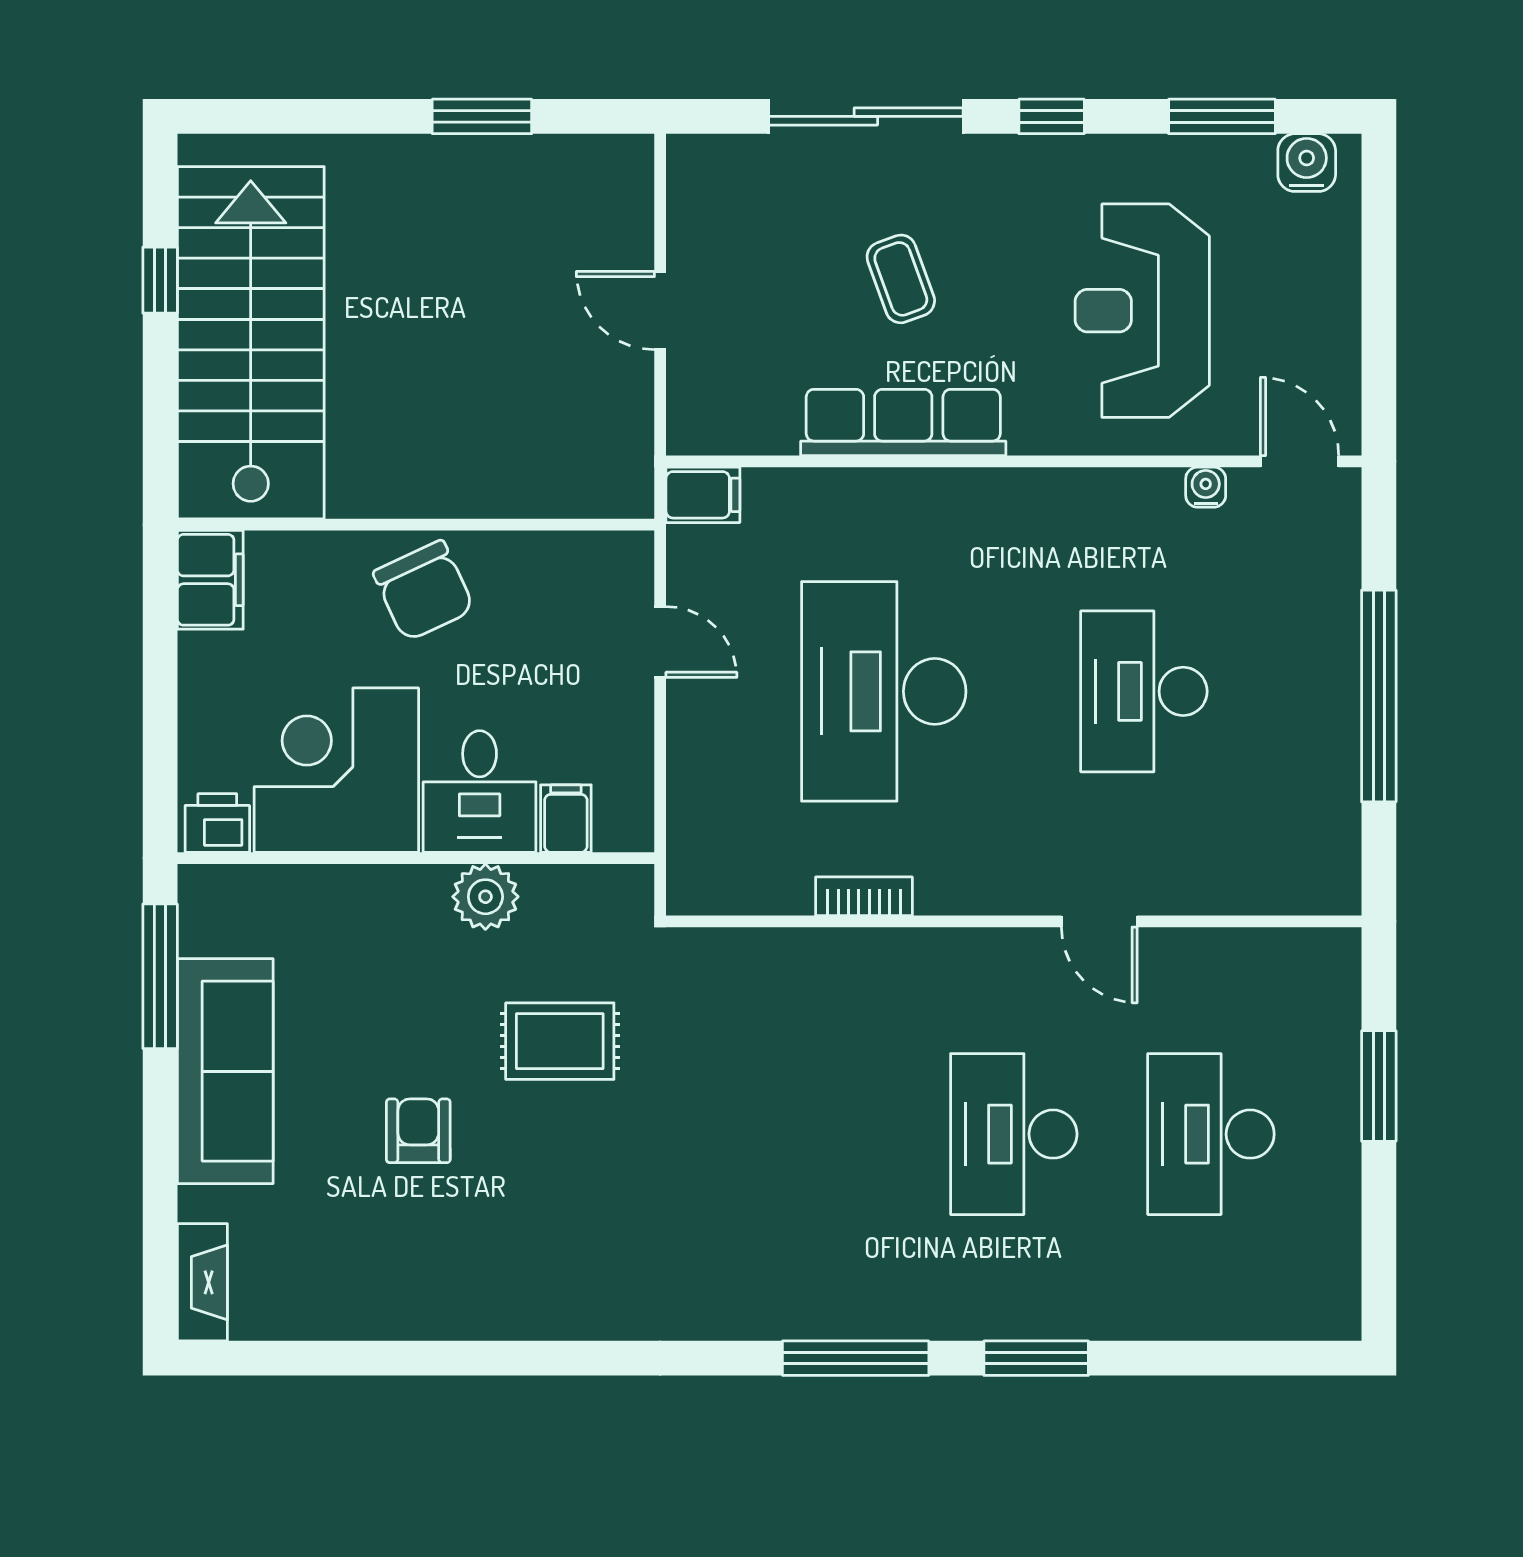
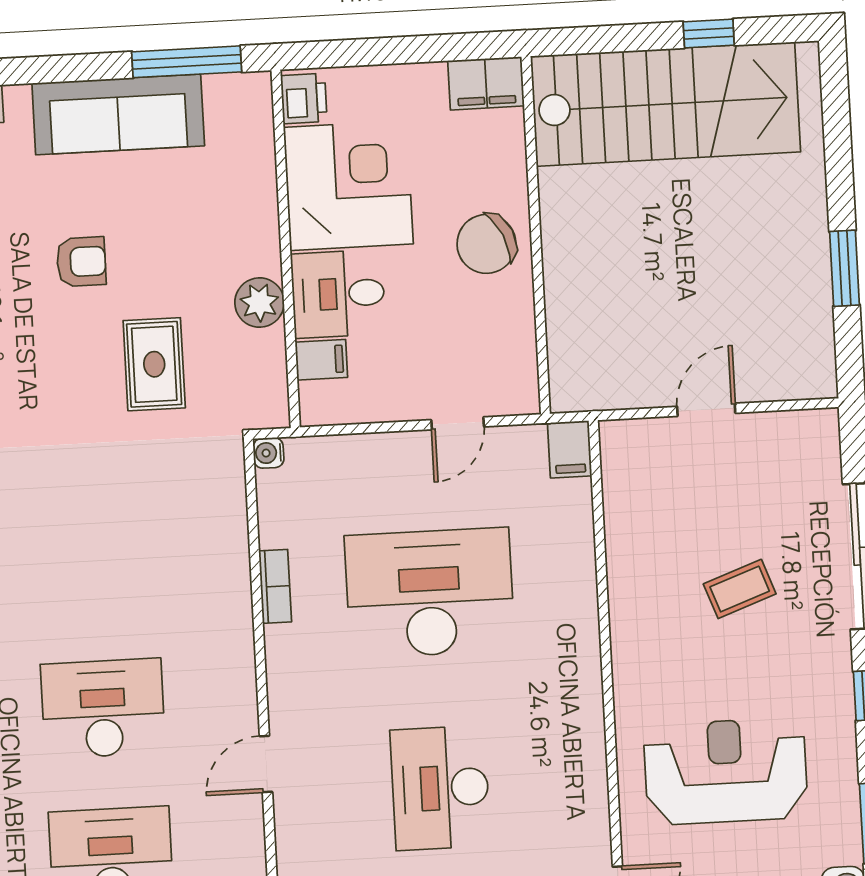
row of seats: (903, 422) -> (632, 597), removed
water cooler: (1206, 487) -> (268, 453), moved, turned 180
desk: (1144, 691) -> (440, 788), turned -90

